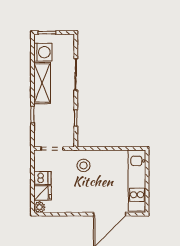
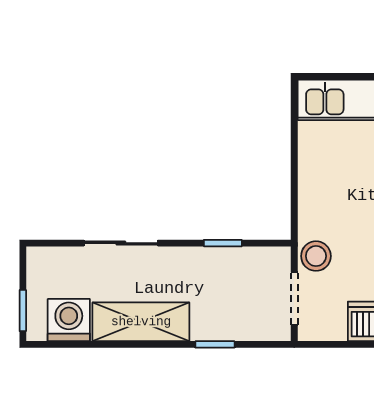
stool: (83, 165) -> (316, 256), moved

